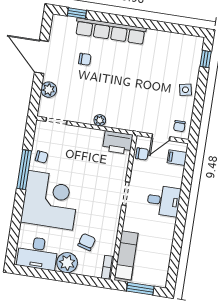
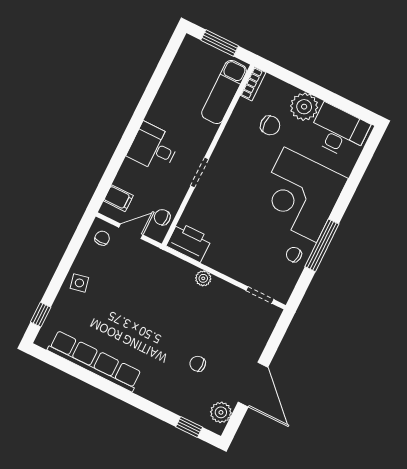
row of seats: (110, 31) -> (94, 361), moved
plant: (49, 90) -> (221, 412), moved
chair: (87, 242) -> (270, 125), turned -106

